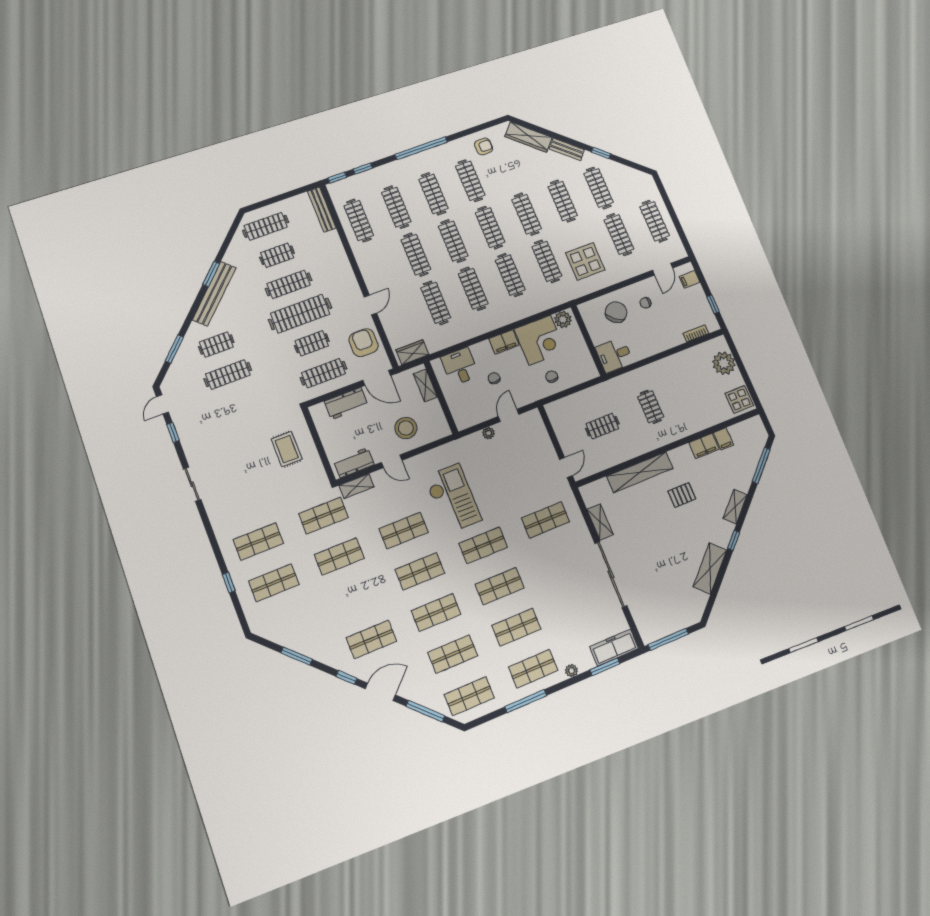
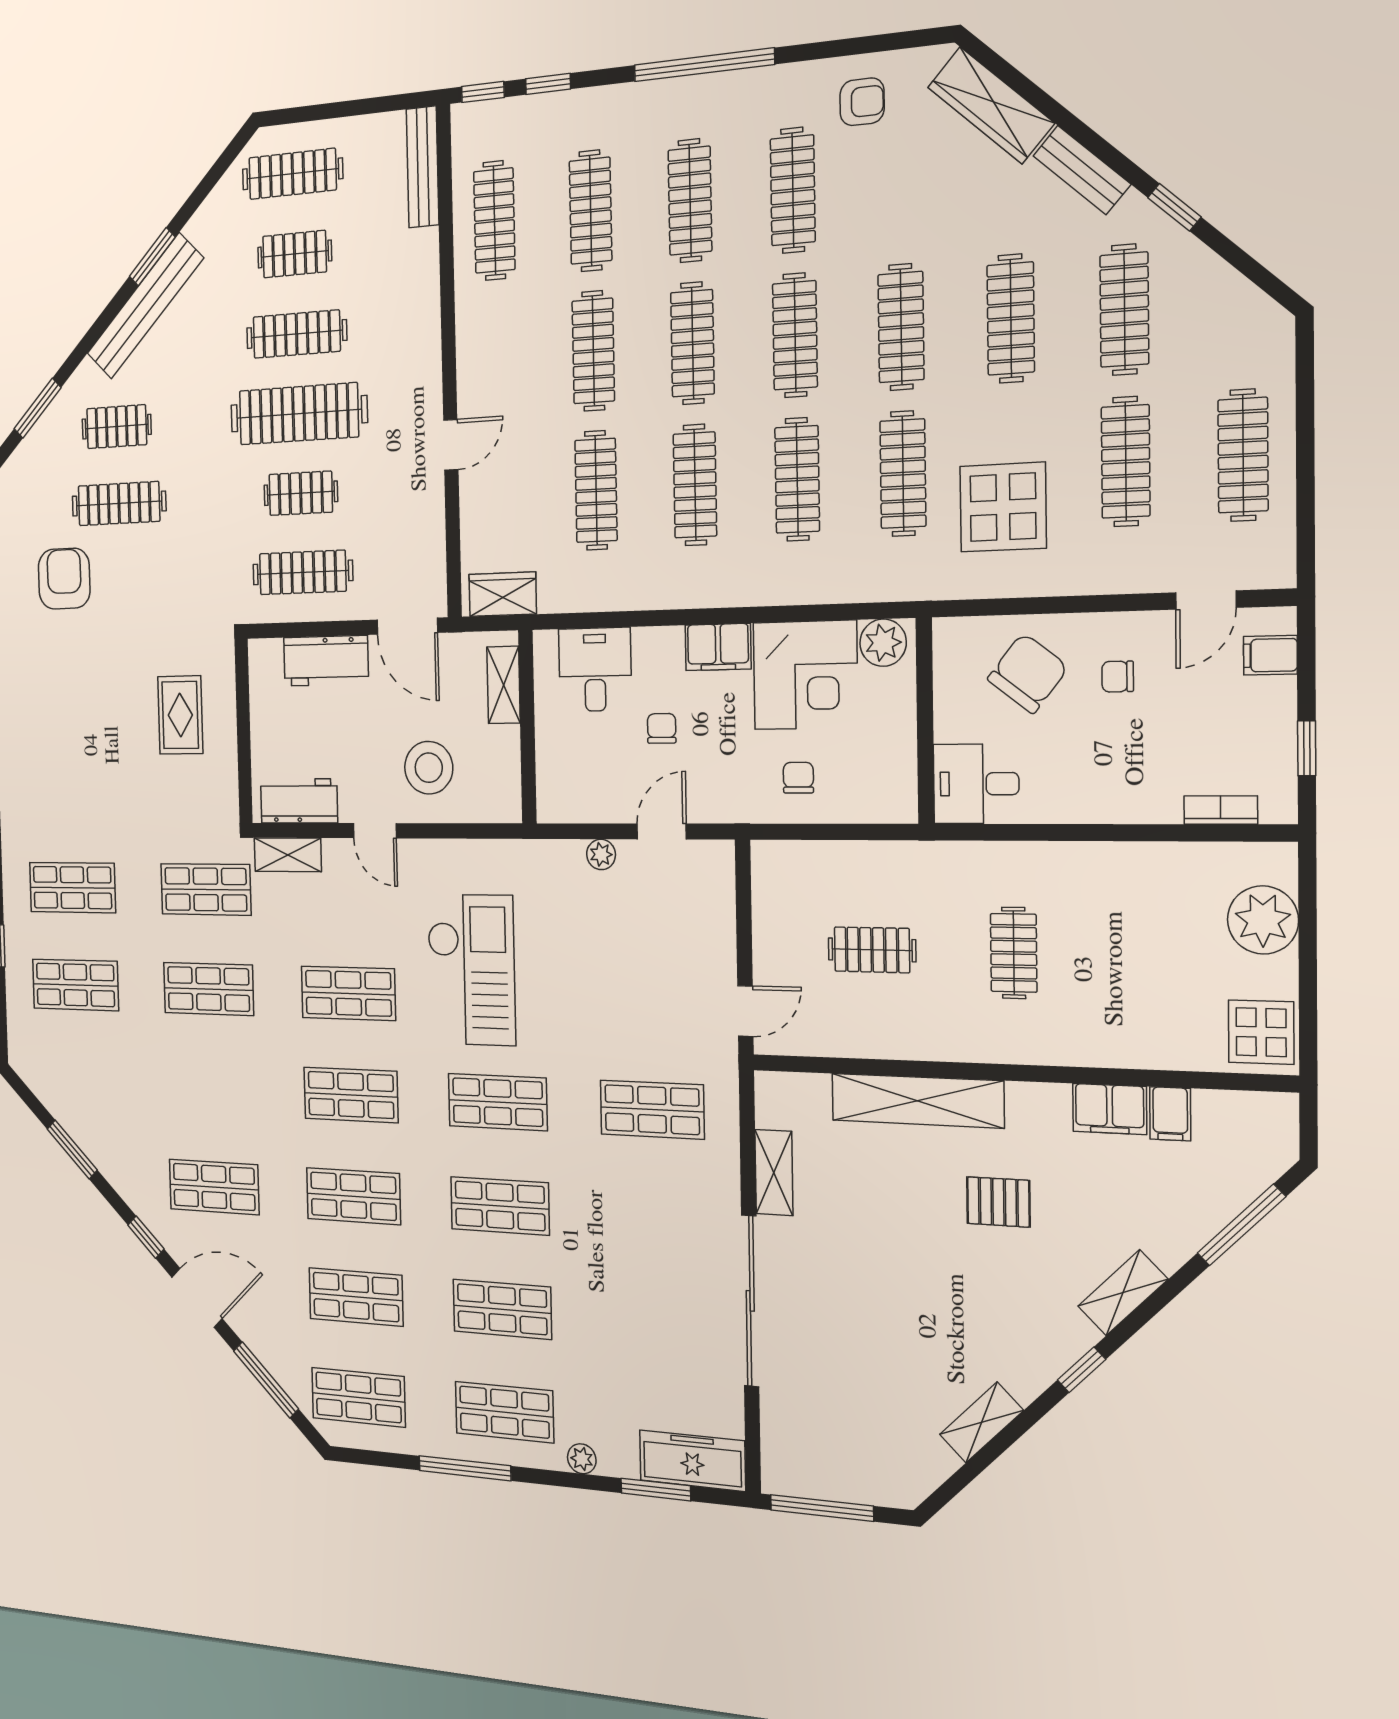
armchair: (364, 343) -> (64, 579), moved
shelving: (710, 568) -> (981, 1422), width x0.67, depth x0.75

